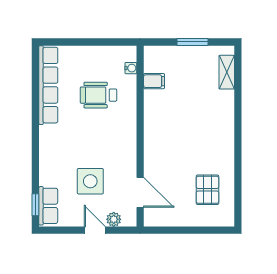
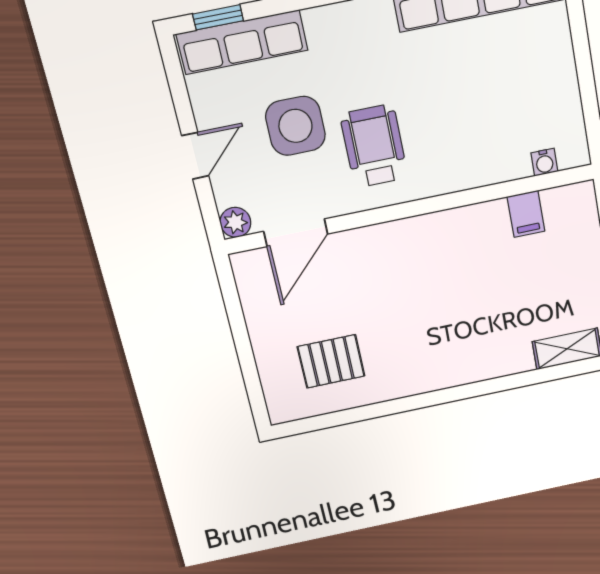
wheelchair: (98, 95) -> (374, 146), moved
row of seats: (48, 206) -> (242, 42), width x1.48
plant: (114, 219) -> (235, 222), moved

